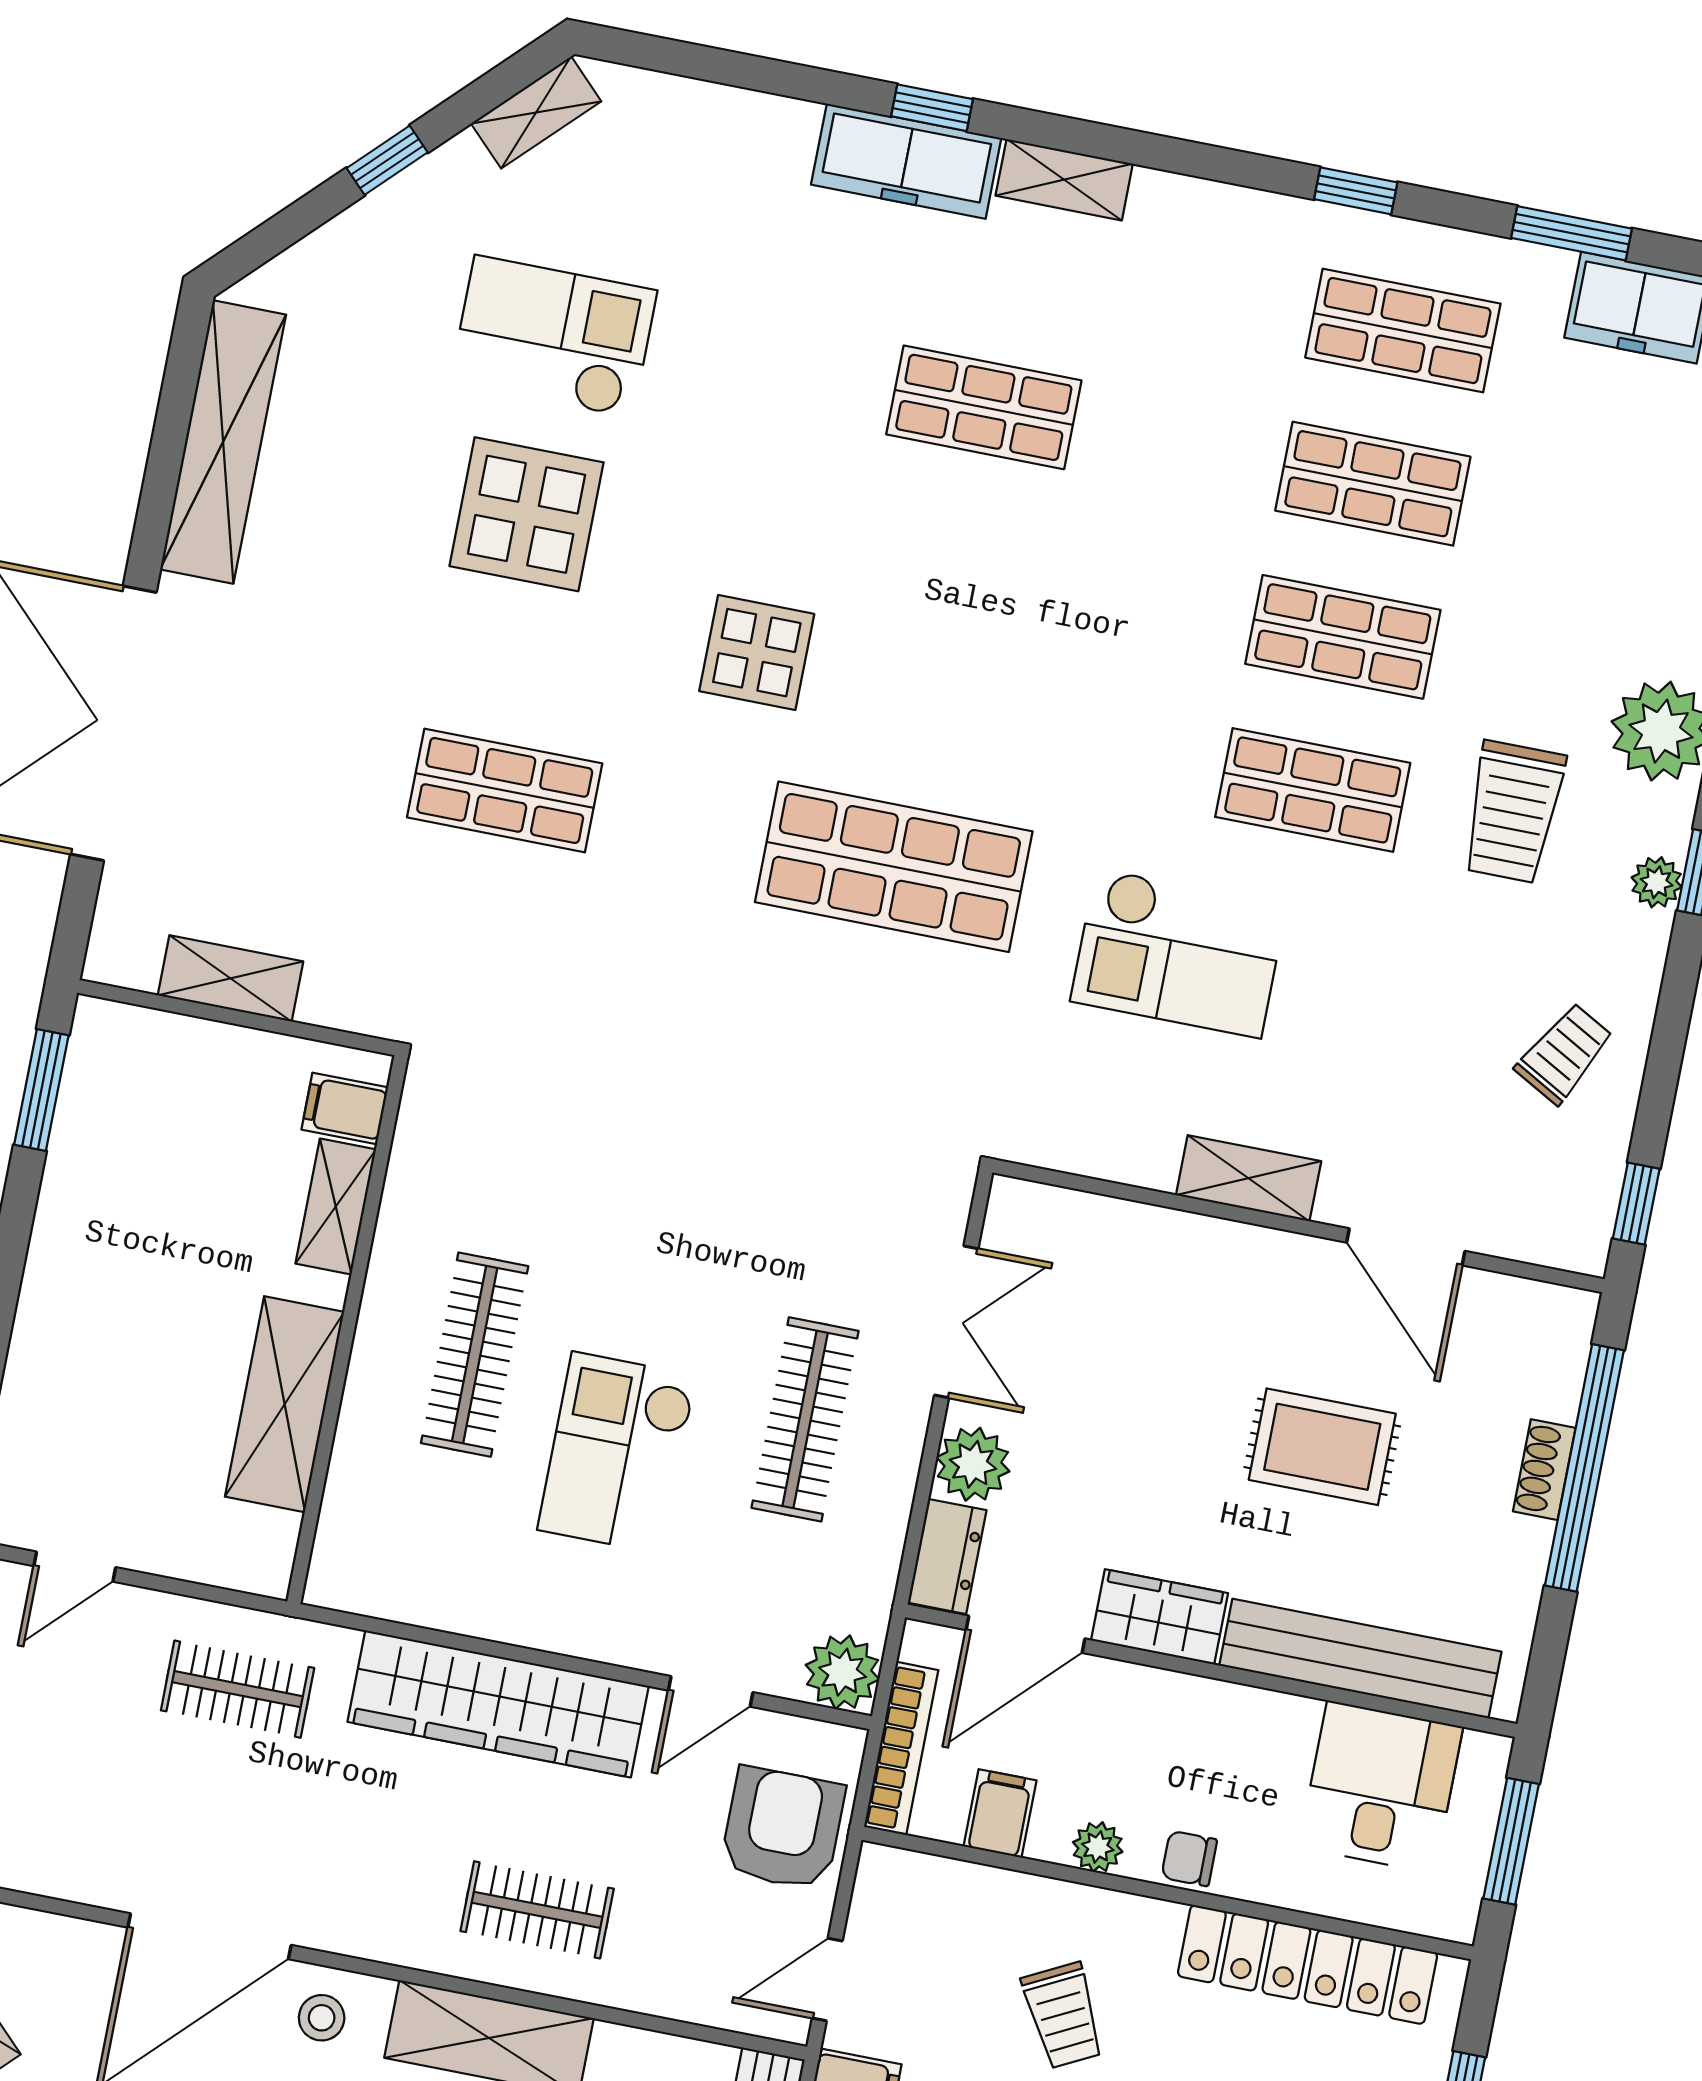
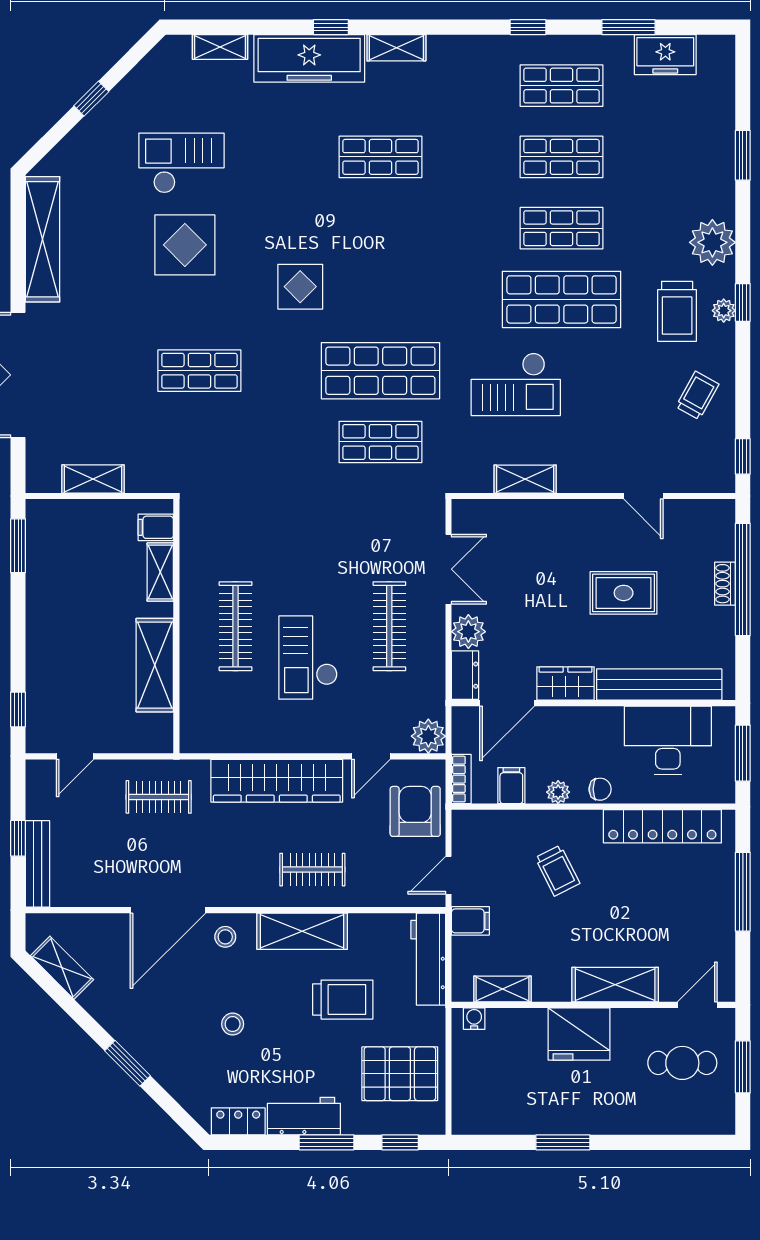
shelving: (536, 112) -> (220, 47), moved, turned 45
freezer: (906, 161) -> (309, 58), width x1.36, depth x1.26
shop shelf: (1313, 790) -> (562, 299), width x1.43, depth x1.36
trolley: (1513, 812) -> (677, 311), moved
shop shelf: (864, 1020) -> (380, 442), added
shelving: (1249, 1178) -> (525, 479), moved
door: (1406, 1247) -> (643, 496), width x0.73
bookcase: (901, 1749) -> (461, 779), width x0.64
desk: (1381, 1787) -> (668, 740), width x1.37
chair: (1189, 1858) -> (600, 789), turned 180

